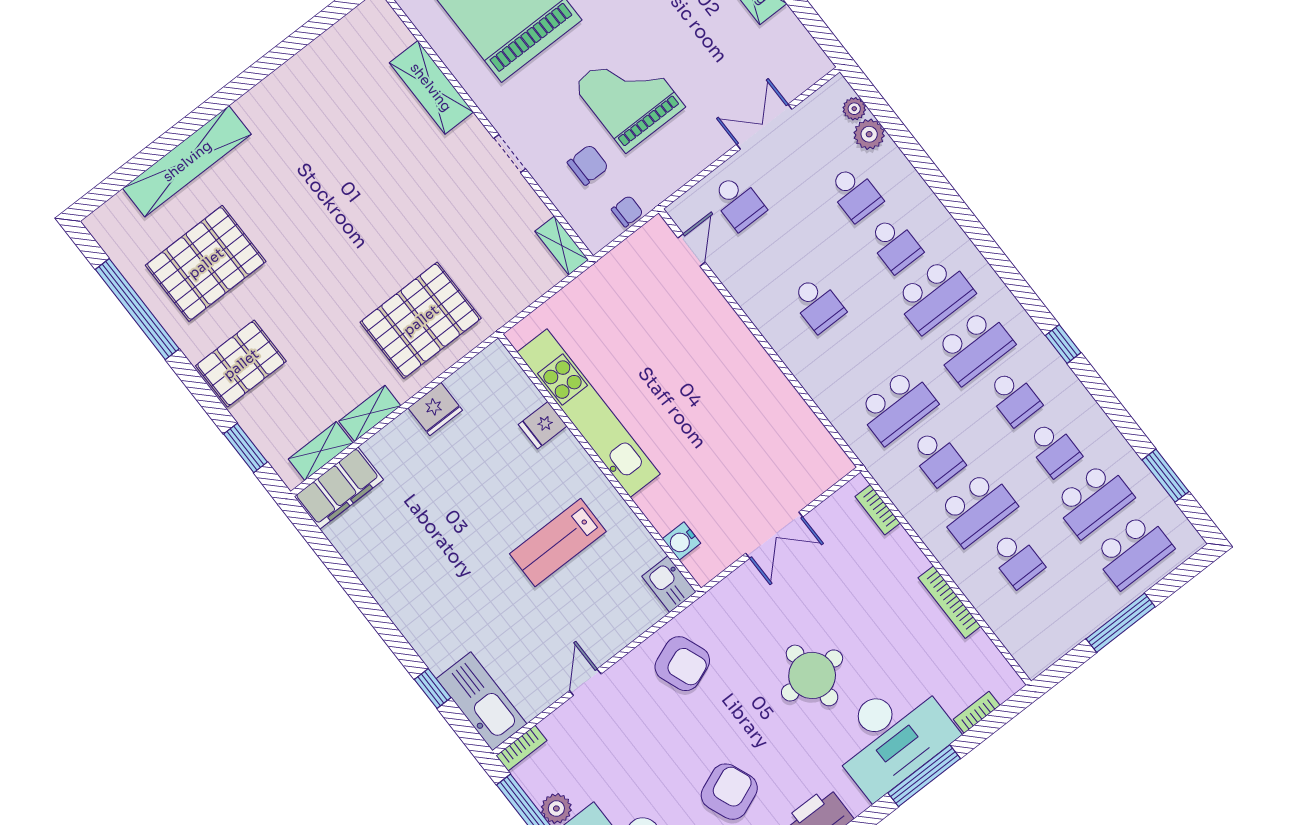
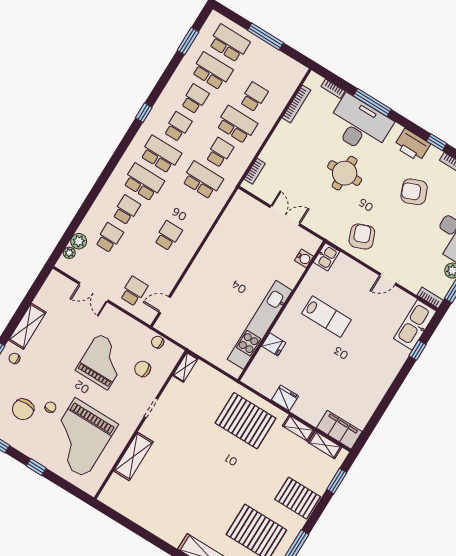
grand piano: (629, 96) -> (103, 362), turned 180
bookcase: (949, 602) -> (296, 104), moved

